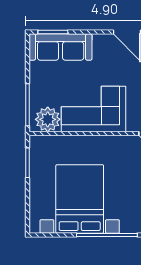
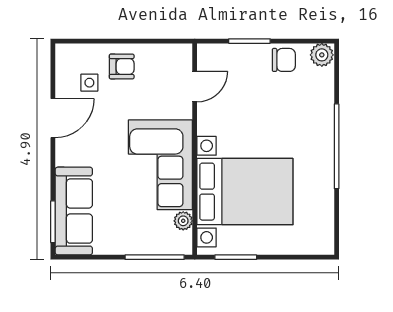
plant: (48, 119) -> (183, 221), width x0.53, depth x0.53
bed with nightstands: (80, 199) -> (245, 192), moved, turned 180

